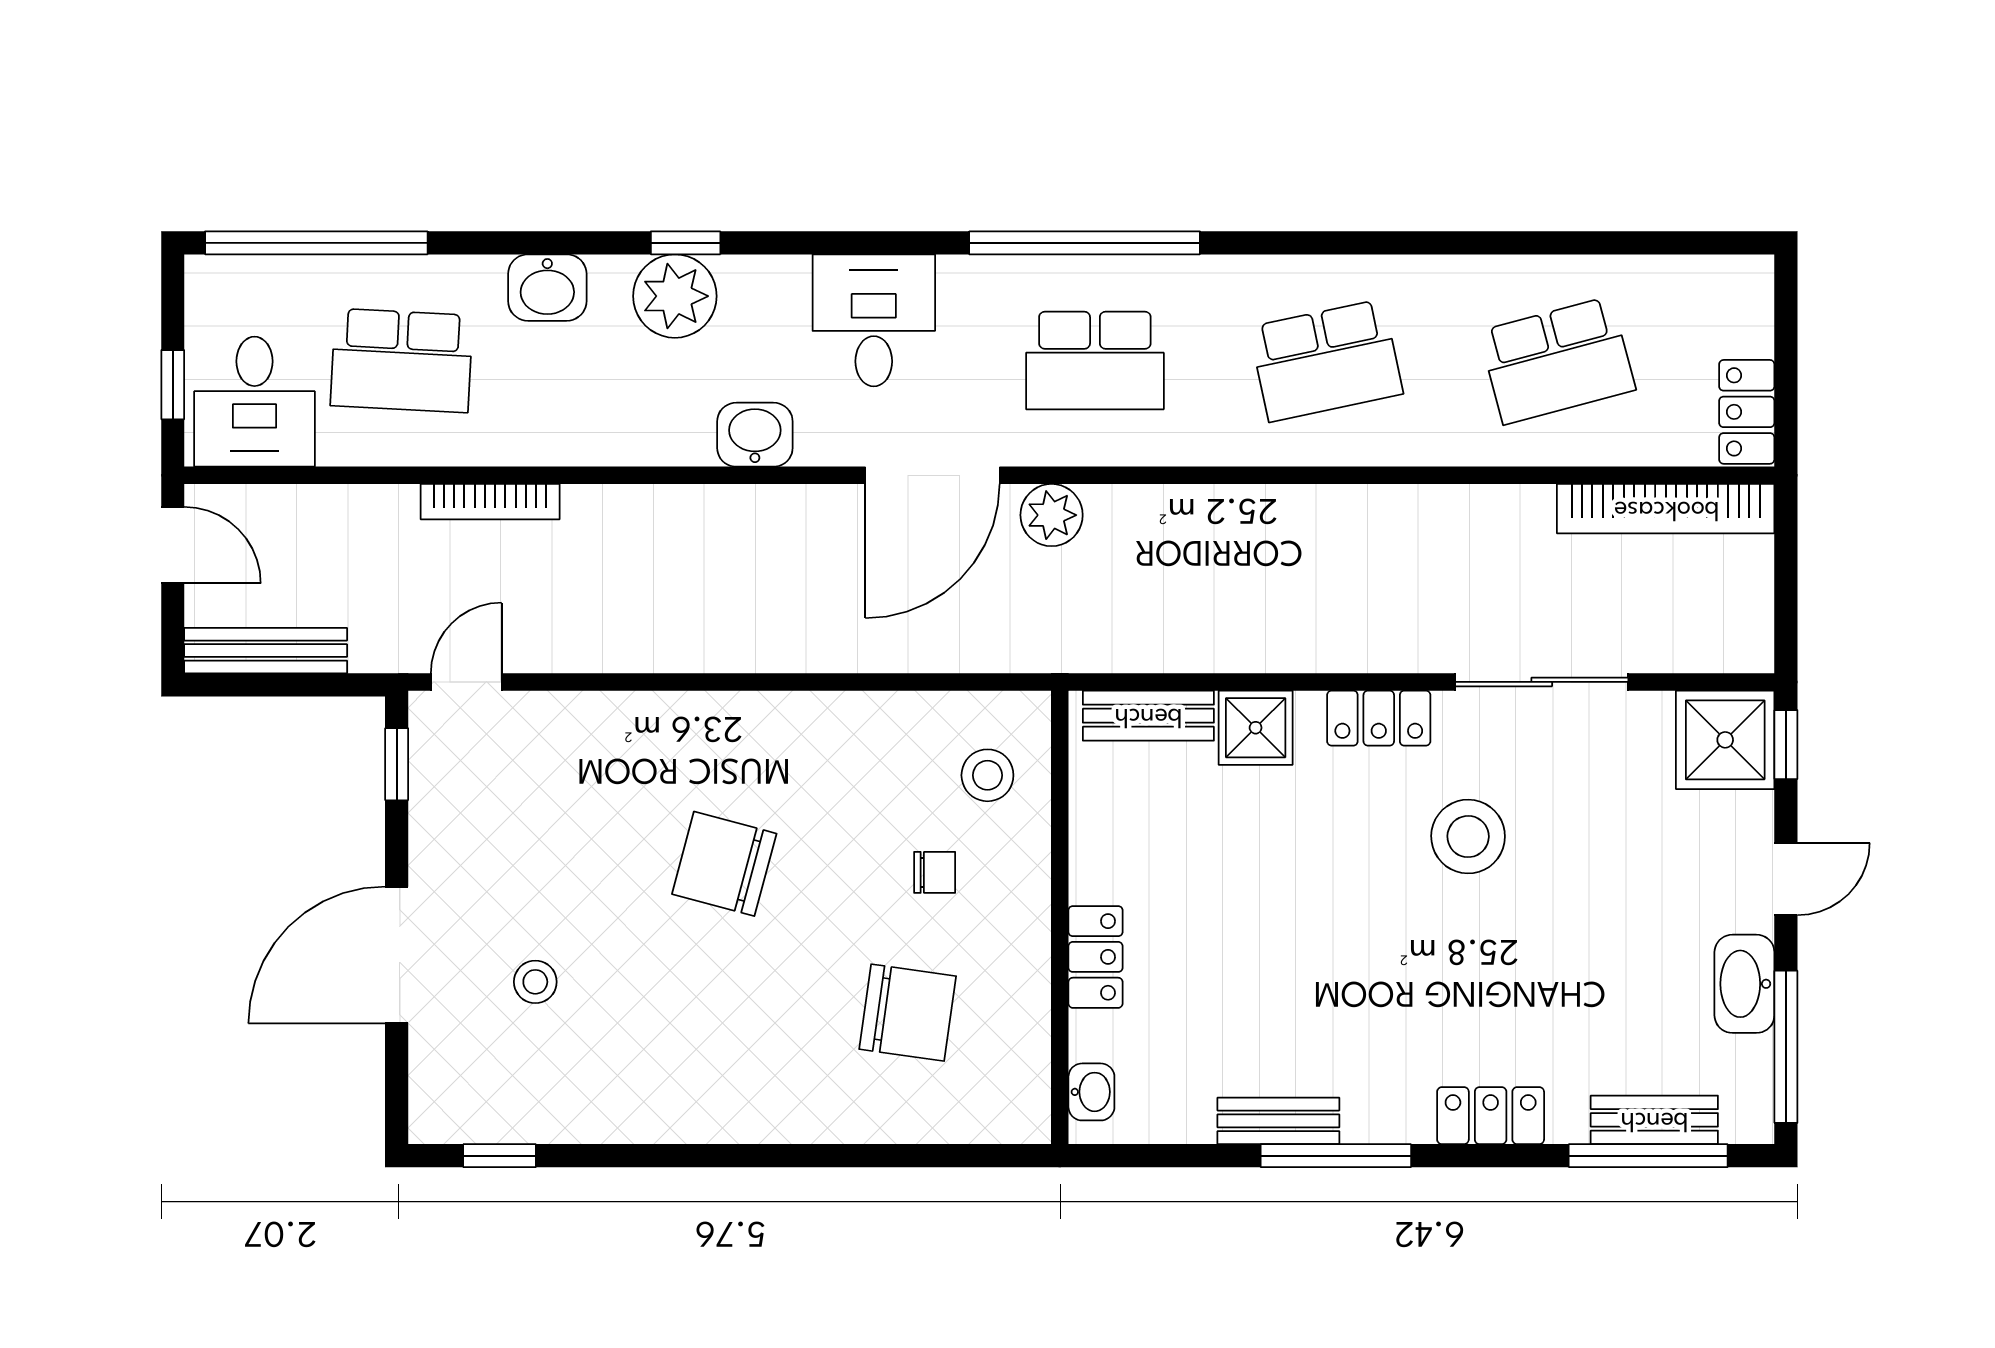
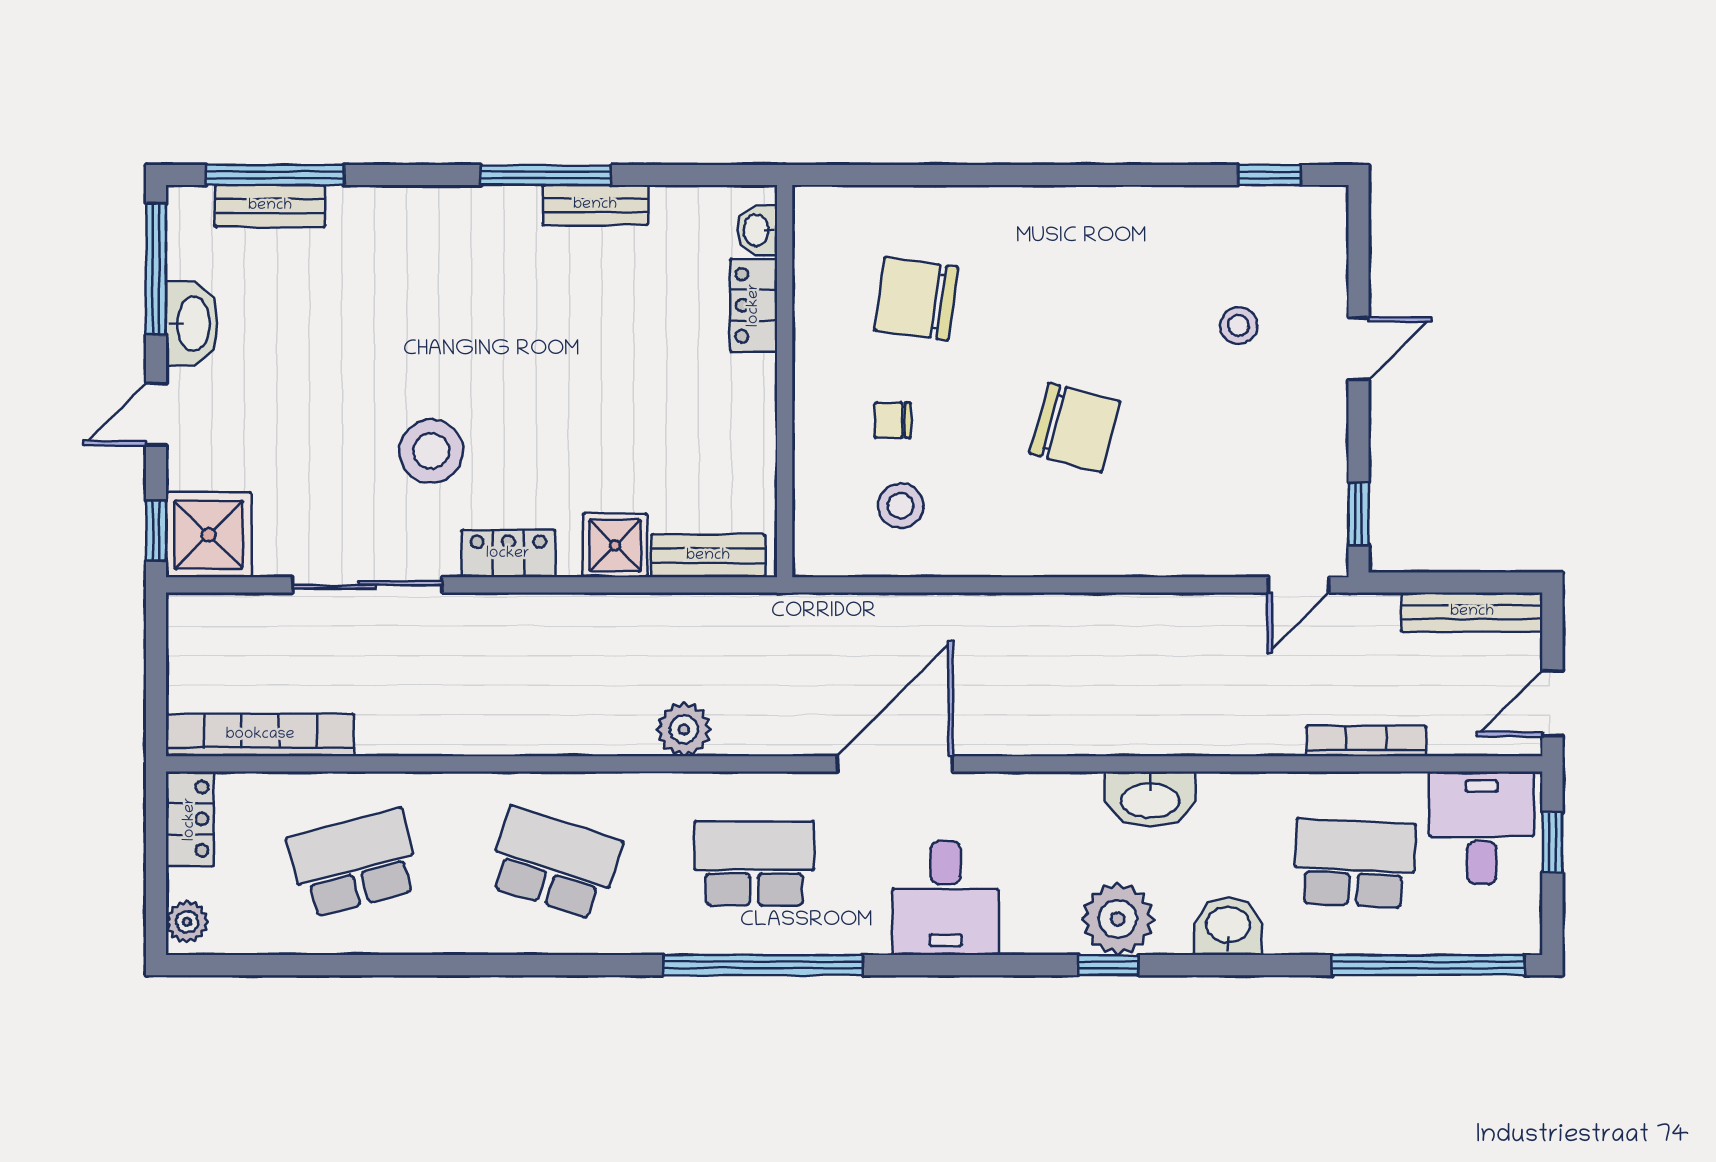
plant: (1750, 293) -> (187, 922), added
school desk: (1326, 361) -> (554, 863), turned 30
washbasin: (755, 435) -> (1150, 799), moved, width x1.38
bookcase: (490, 502) -> (1366, 741), moved
plant: (1052, 515) -> (684, 729), moved
door: (173, 545) -> (1552, 703), hinge flipped
stool: (987, 775) -> (901, 506), moved
door: (397, 955) -> (1359, 349), width x0.53
locker: (1095, 957) -> (754, 305), moved
locker: (1491, 1116) -> (412, 210), removed

